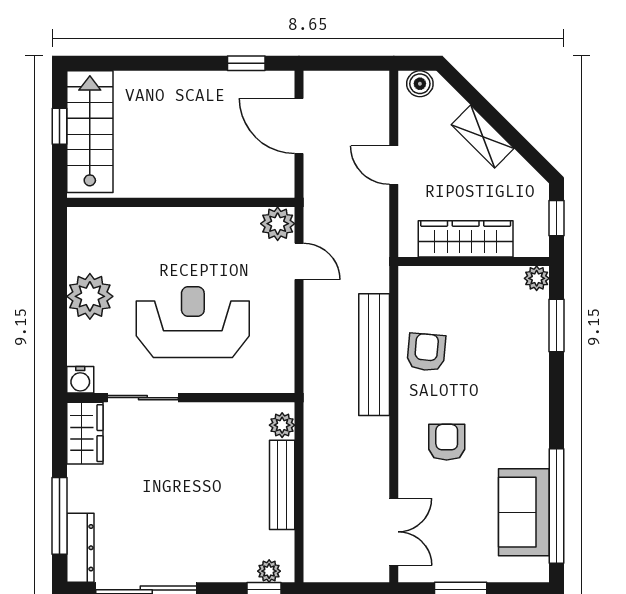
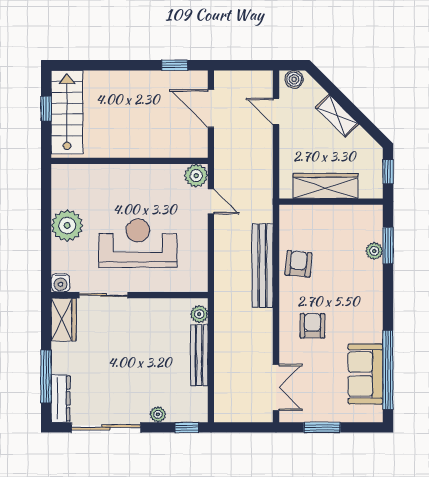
door: (394, 165) -> (276, 111), moved
plant: (537, 278) -> (374, 251), moved
plant: (269, 571) -> (158, 414), moved

